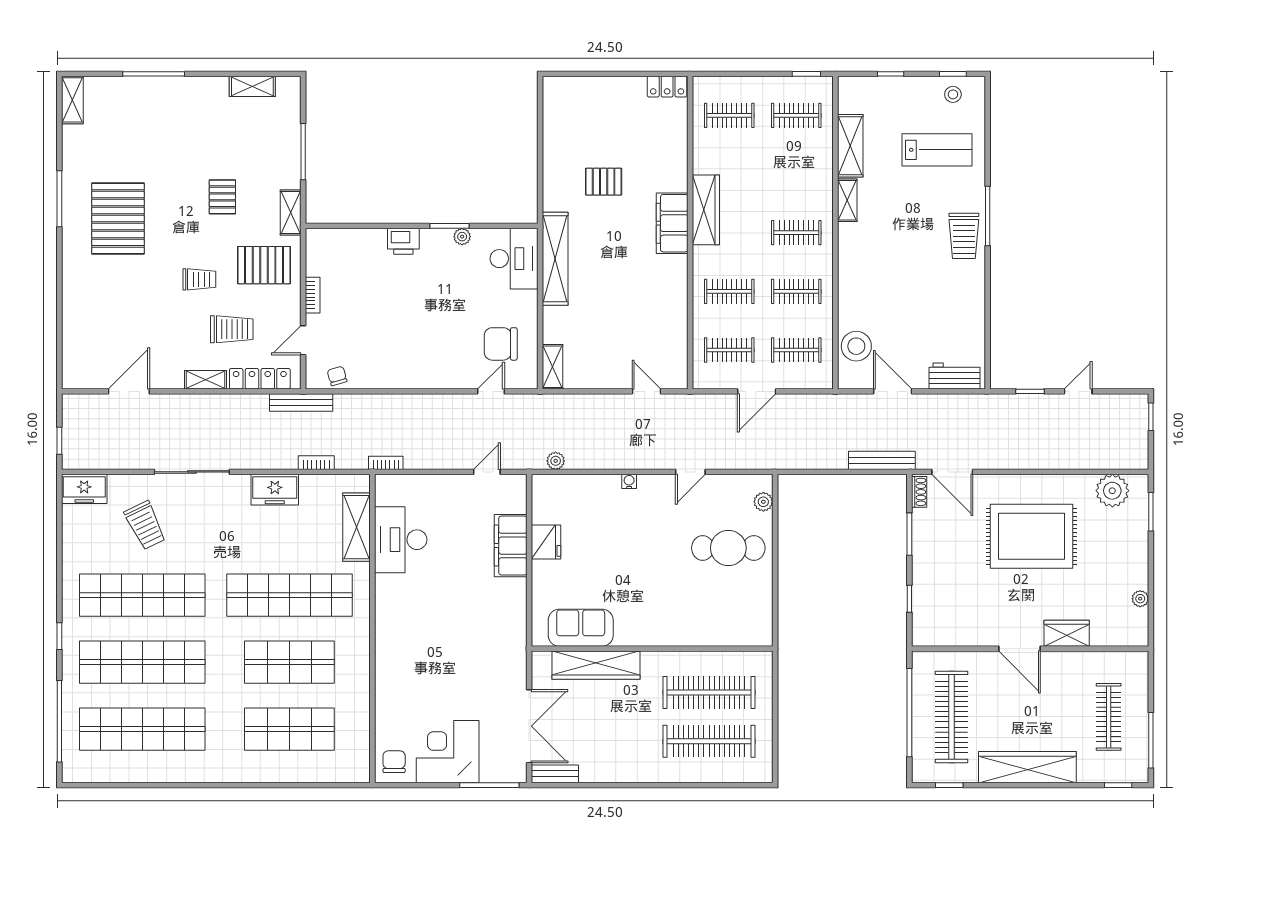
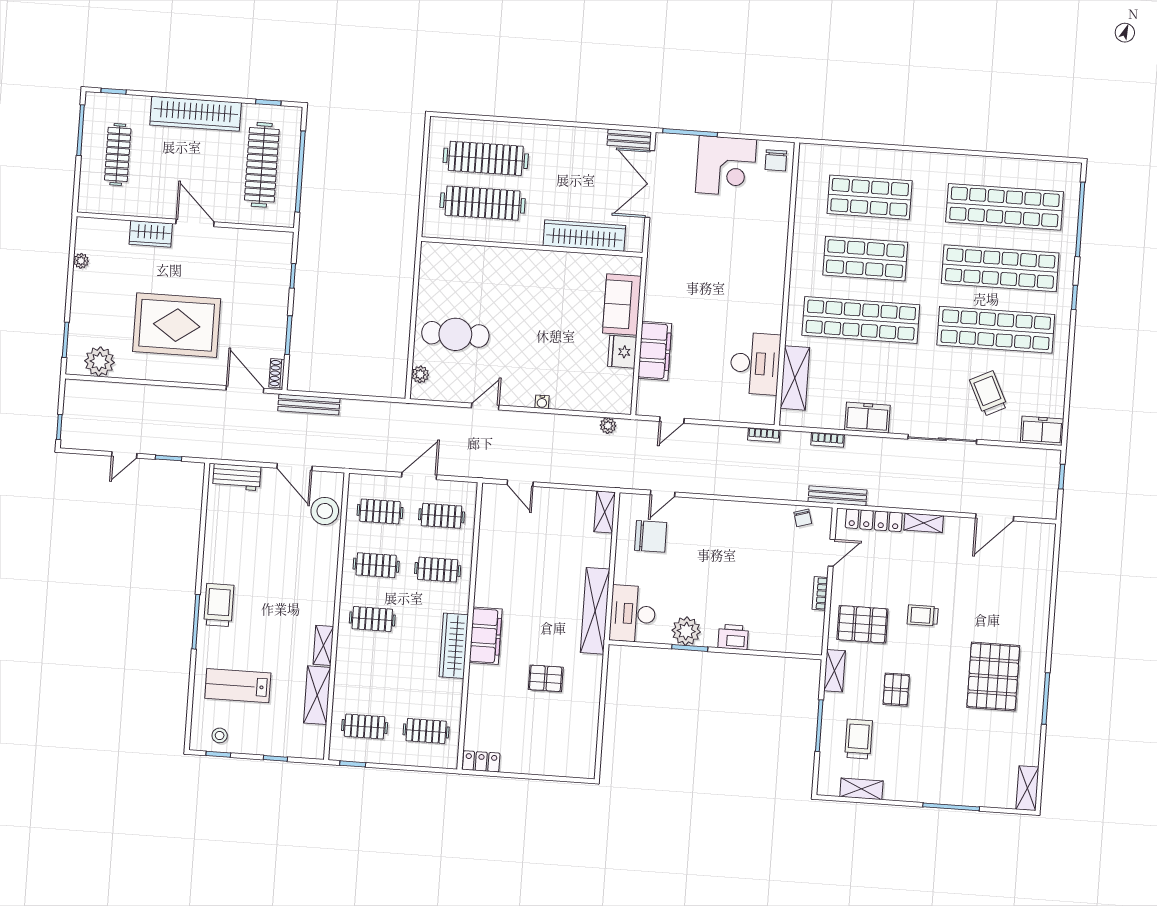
plant: (462, 237) -> (686, 631), width x1.87, depth x1.87
trolley: (232, 329) -> (859, 739), moved, turned 90
sofa: (581, 628) -> (622, 305), moved, turned 90

